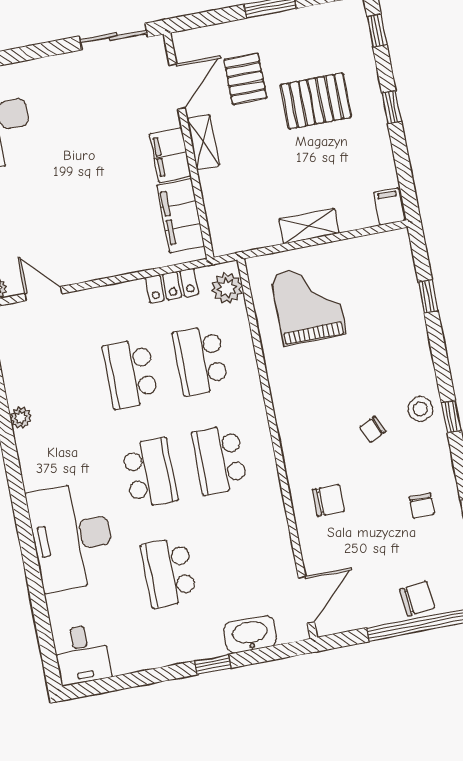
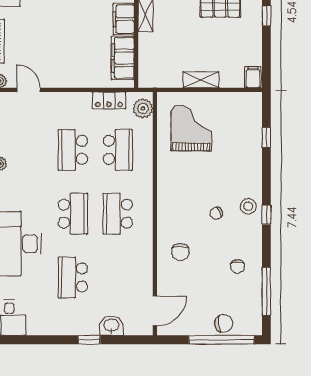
school desk: (200, 360) -> (118, 150), turned 180
chair: (328, 500) -> (180, 252), turned 90
washbasin: (250, 634) -> (111, 326), width x0.72

